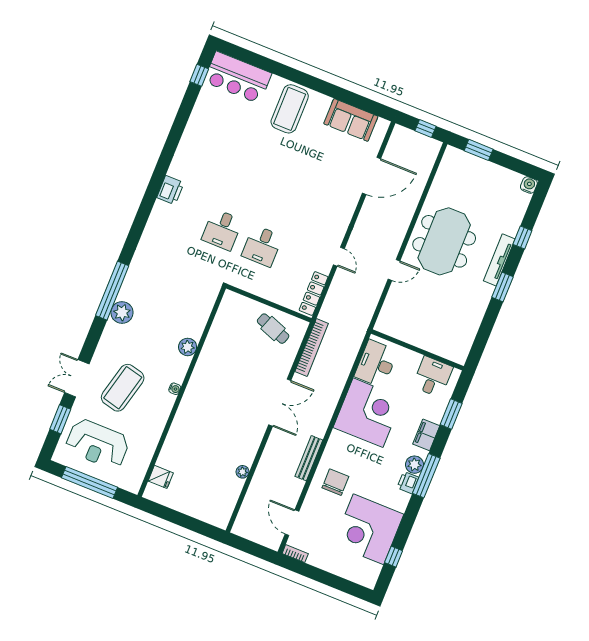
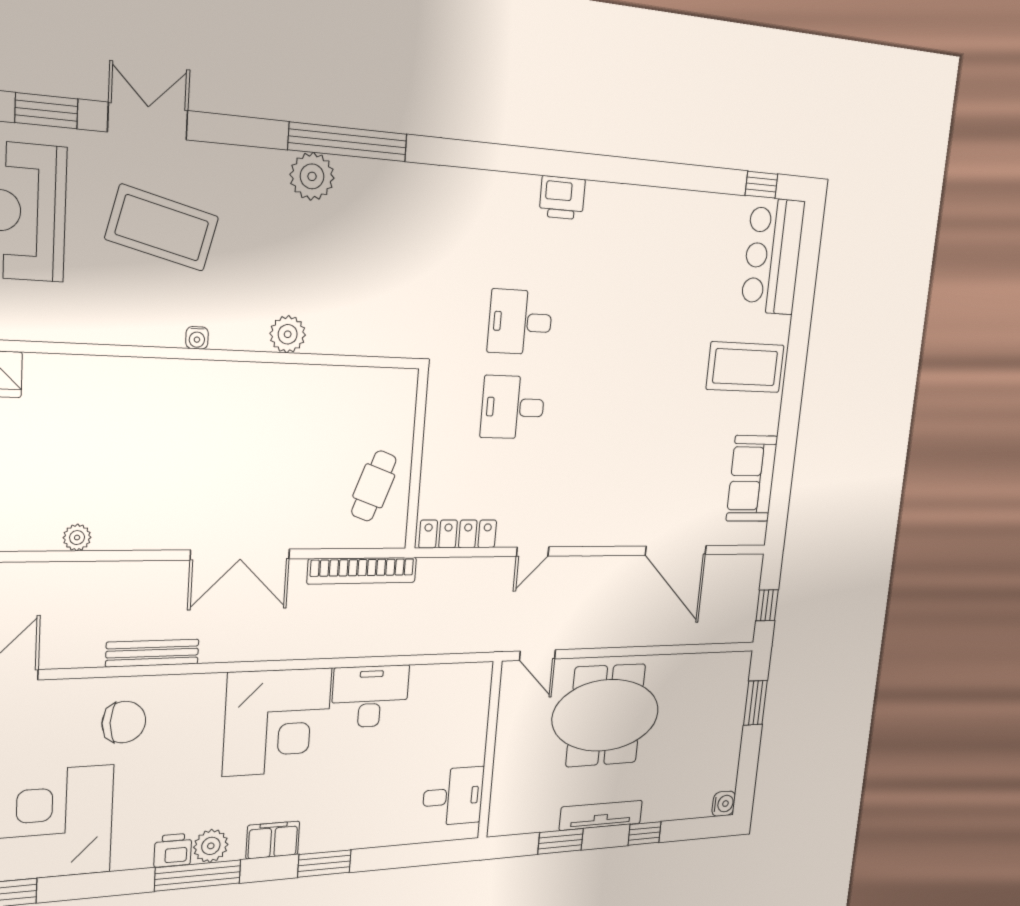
wall: (417, 350) -> (490, 750), moved
desk: (433, 377) -> (453, 796), moved

